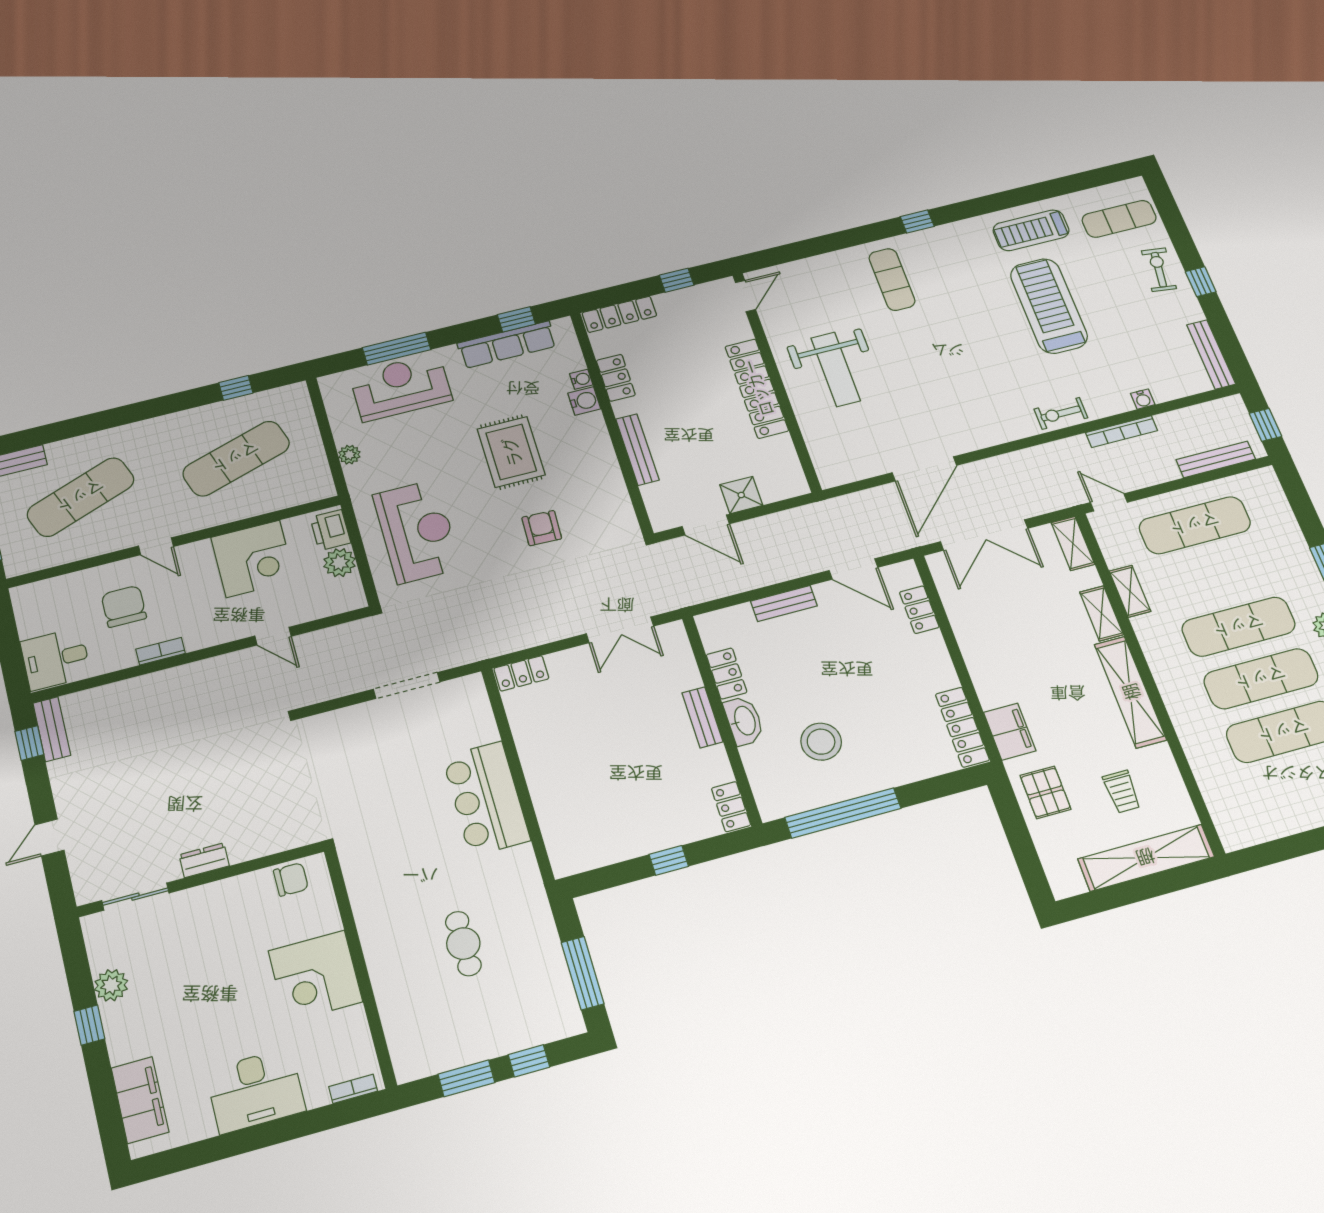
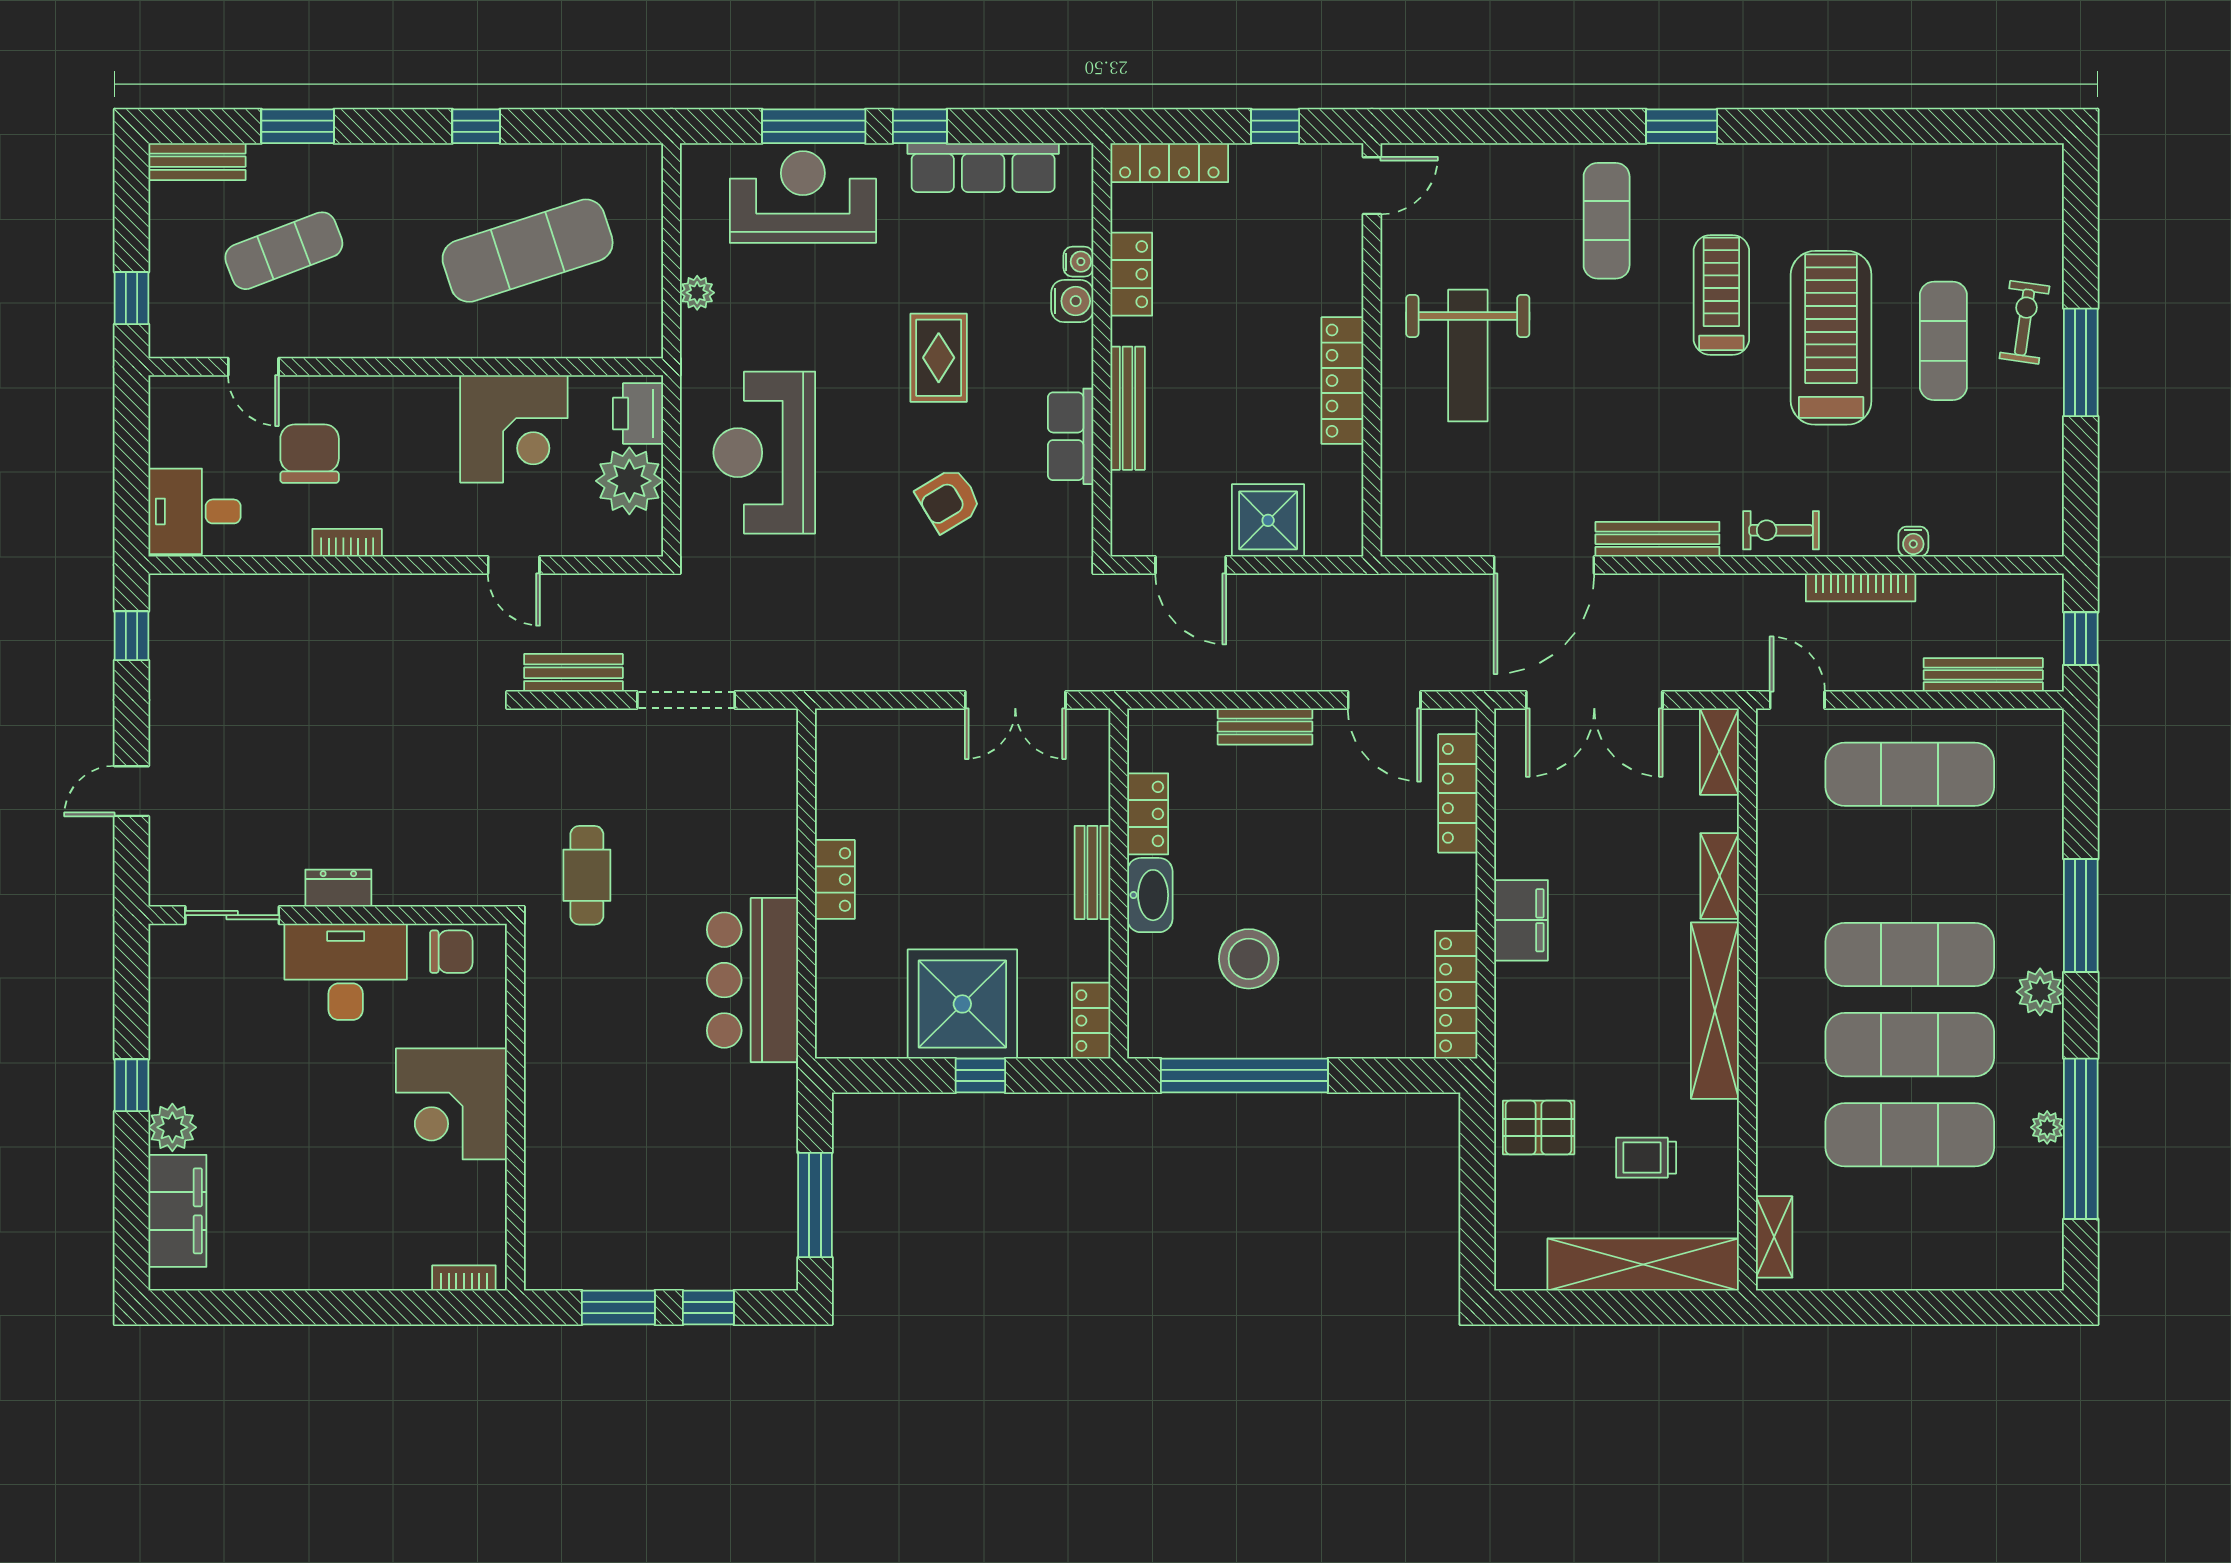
exercise mat: (1119, 219) -> (1943, 341), moved, turned 90
window: (917, 221) -> (1682, 126), width x1.50
treadmill: (1031, 230) -> (1721, 295), moved, turned 90
window: (1201, 282) -> (2081, 362), width x2.17
window: (516, 319) -> (920, 126), moved
bench: (1211, 354) -> (1657, 539), moved, turned 90
window: (236, 388) -> (476, 126), moved
locker: (757, 388) -> (1342, 381), width x0.71, depth x0.83
window: (74, 427) -> (298, 126), added
rug: (511, 452) -> (939, 358), width x0.73, depth x0.70
row of seats: (607, 474) -> (1071, 436), added
shower: (741, 495) -> (1268, 520), width x1.36, depth x1.36
exercise mat: (81, 497) -> (284, 251), width x0.73, depth x0.69
armchair: (542, 528) -> (949, 500), turned -123
reception desk: (417, 531) -> (764, 453), turned 180
door: (156, 546) -> (253, 367), moved
plant: (340, 563) -> (629, 481), width x1.36, depth x1.36
shelving: (1130, 591) -> (1774, 1237), moved
locker: (919, 610) -> (1458, 793), width x1.53
locker: (521, 673) -> (835, 879), moved, turned -90
bench: (52, 729) -> (573, 673), moved, turned 90
filing cabinet: (1010, 732) -> (1521, 920), moved
pallet: (1046, 792) -> (1539, 1128), turned 90
trolley: (1122, 792) -> (1646, 1158), turned 90
bar counter: (486, 798) -> (752, 980), moved
shower: (643, 819) -> (962, 1004), added
cafe table: (463, 944) -> (587, 875), moved
plant: (111, 985) -> (172, 1127), moved
desk: (255, 1091) -> (346, 972), moved, turned 180

